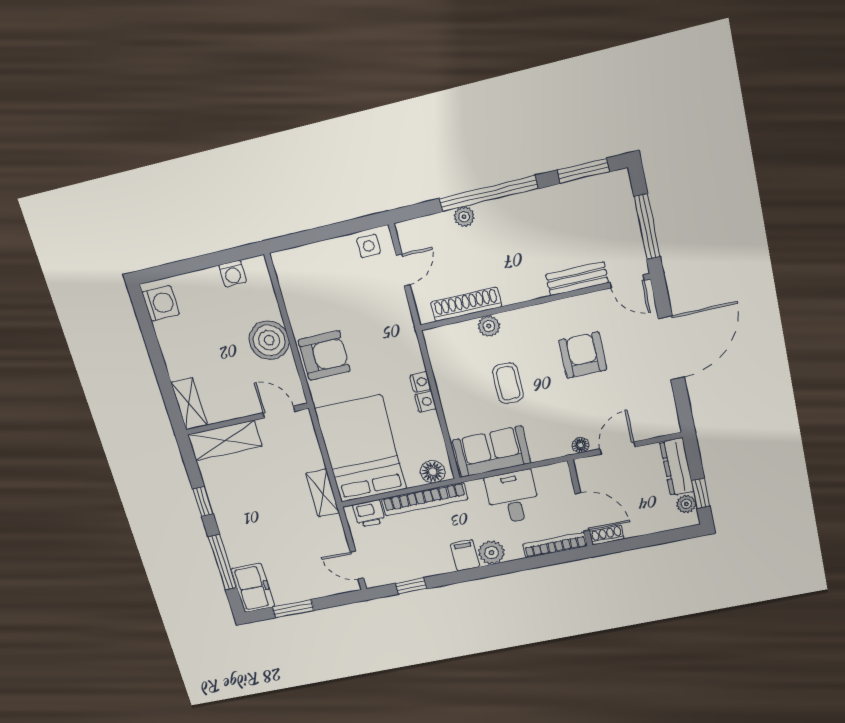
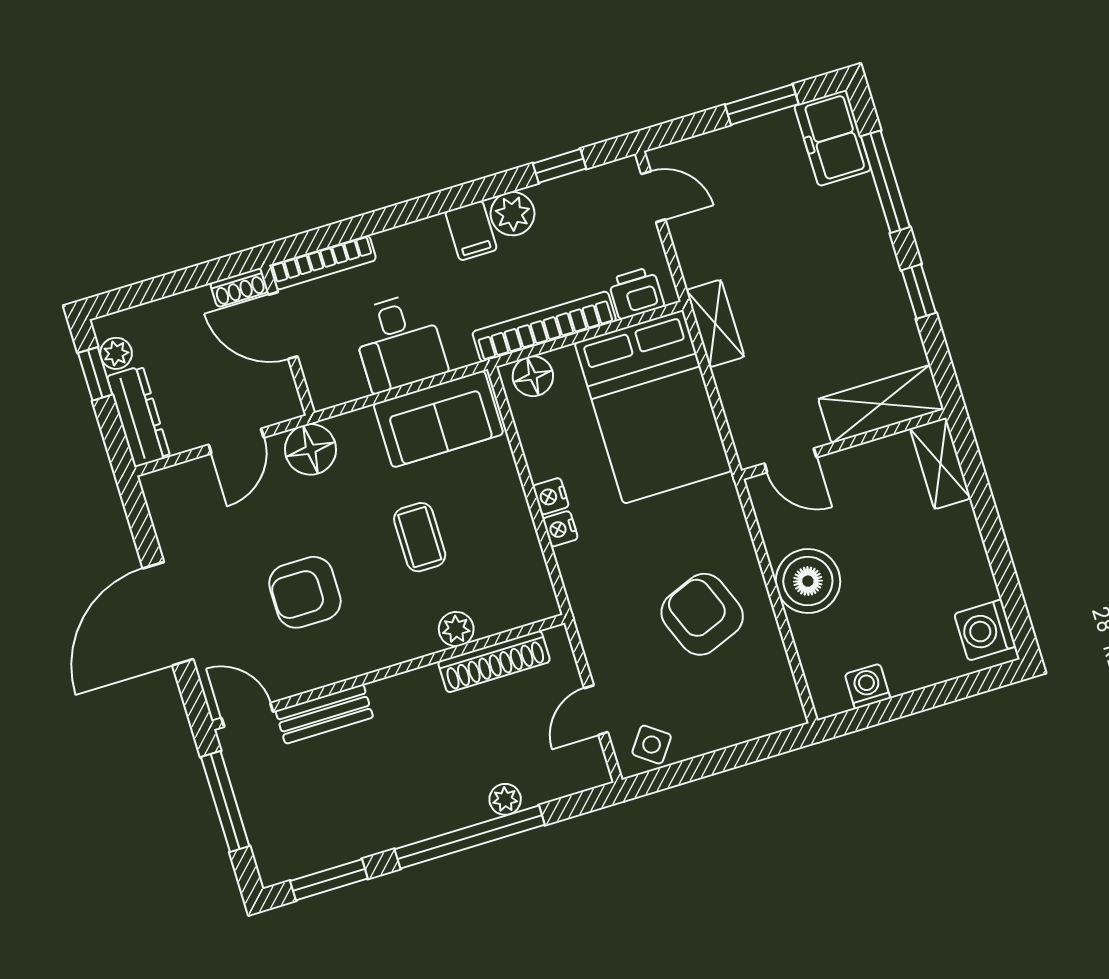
side table: (369, 246) -> (652, 745), turned 36
armchair: (583, 355) -> (305, 592), turned 90
armchair: (324, 356) -> (702, 614), moved, turned 68
floor lamp: (581, 445) -> (311, 449), width x1.89, depth x1.89
plant: (491, 553) -> (512, 214), moved

